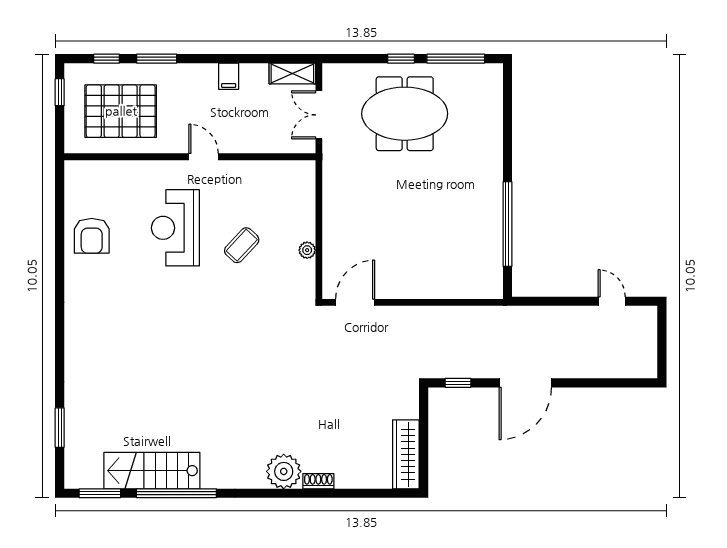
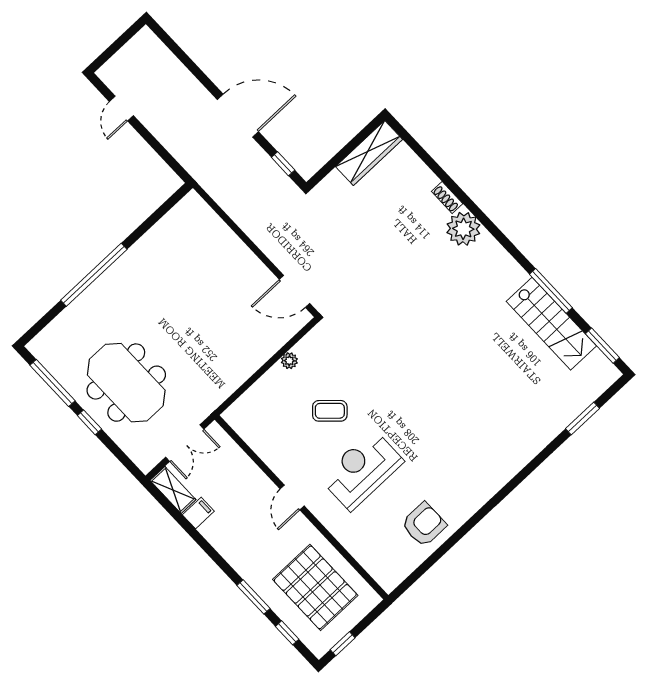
filing cabinet: (229, 76) -> (198, 513), moved
window: (507, 224) -> (94, 275), moved
reception desk: (175, 228) -> (362, 470), turned 180
window: (176, 493) -> (551, 291), width x0.68

